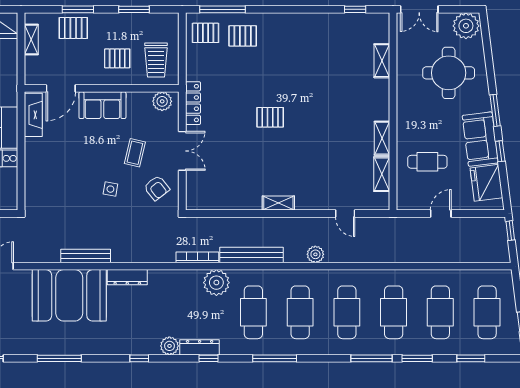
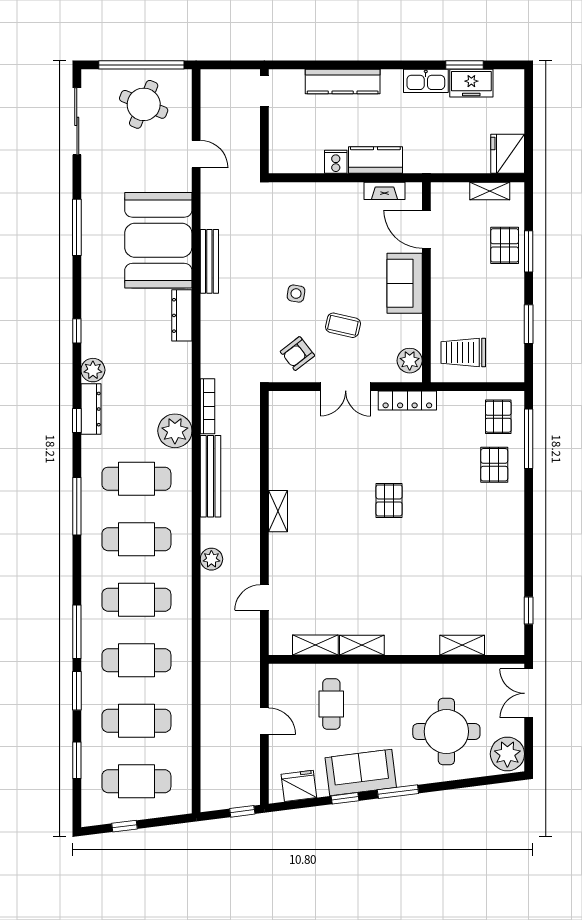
pallet: (117, 58) -> (465, 302), removed
fireplace: (33, 115) -> (385, 191), width x0.73, depth x0.76
fridge: (486, 183) -> (299, 786), width x0.73, depth x0.75

